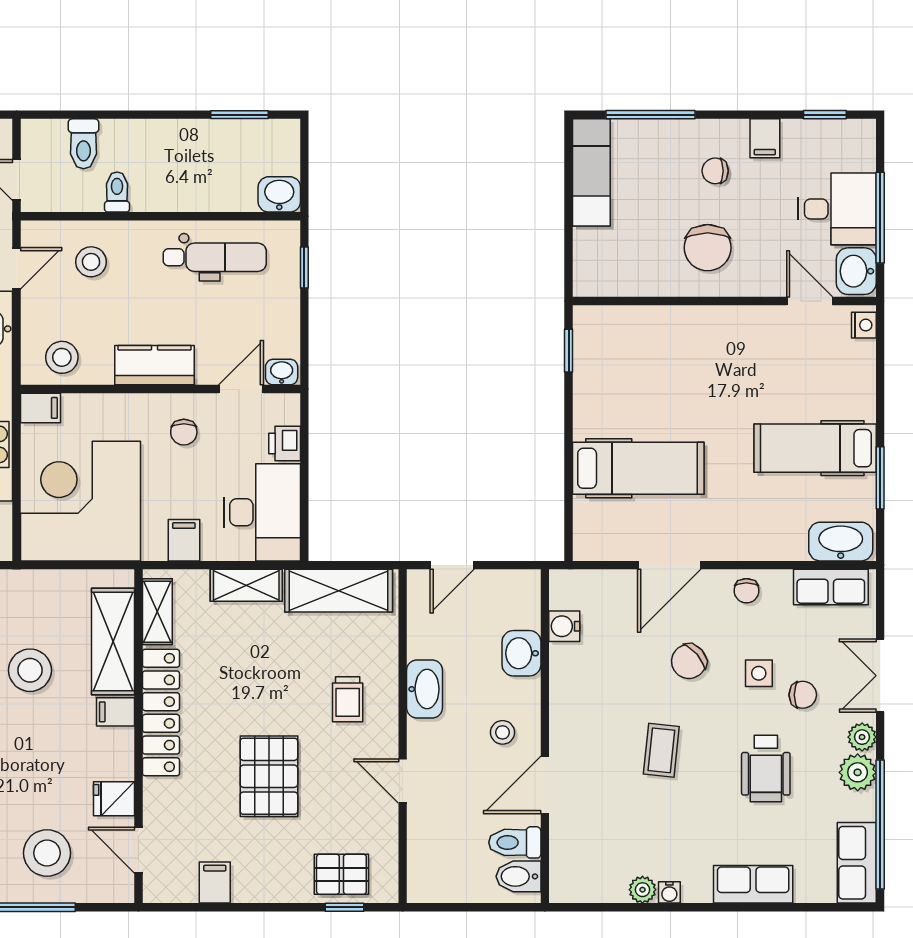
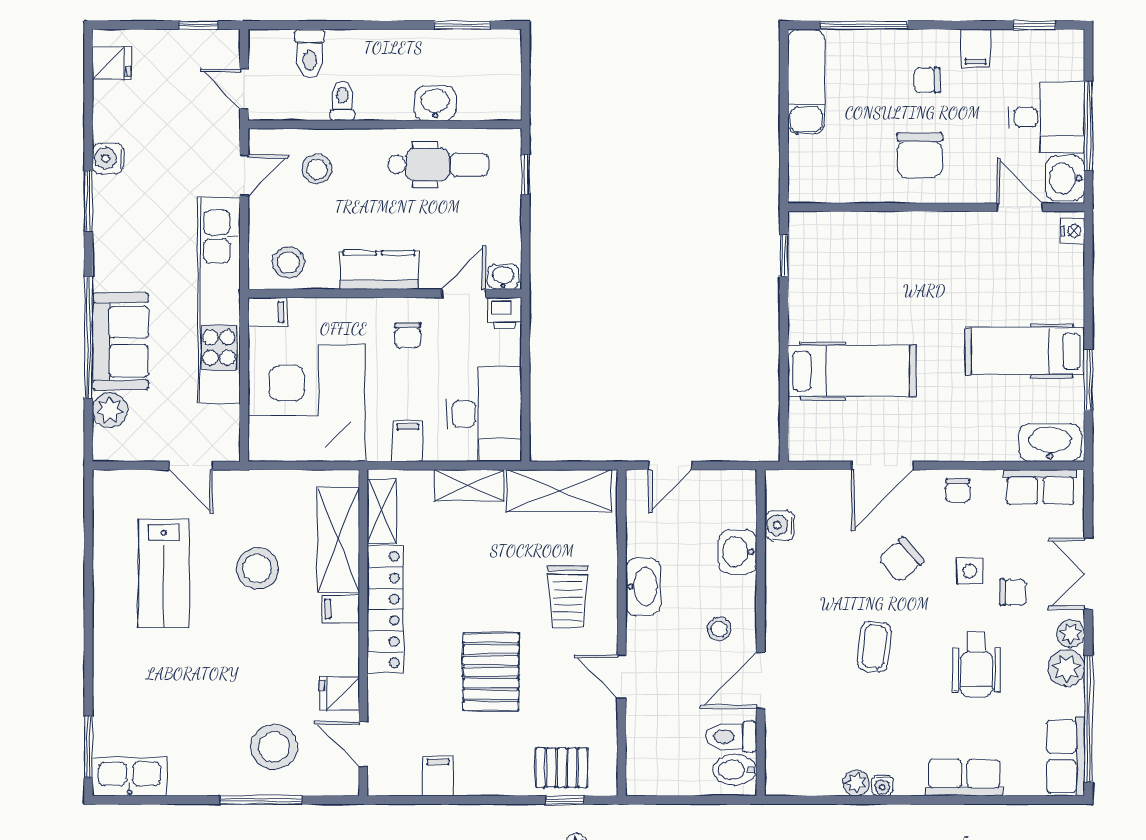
washbasin: (279, 194) -> (435, 103), moved
printer: (285, 444) -> (505, 313), moved, turned -90
trolley: (348, 699) -> (568, 597), width x1.36, depth x1.39

